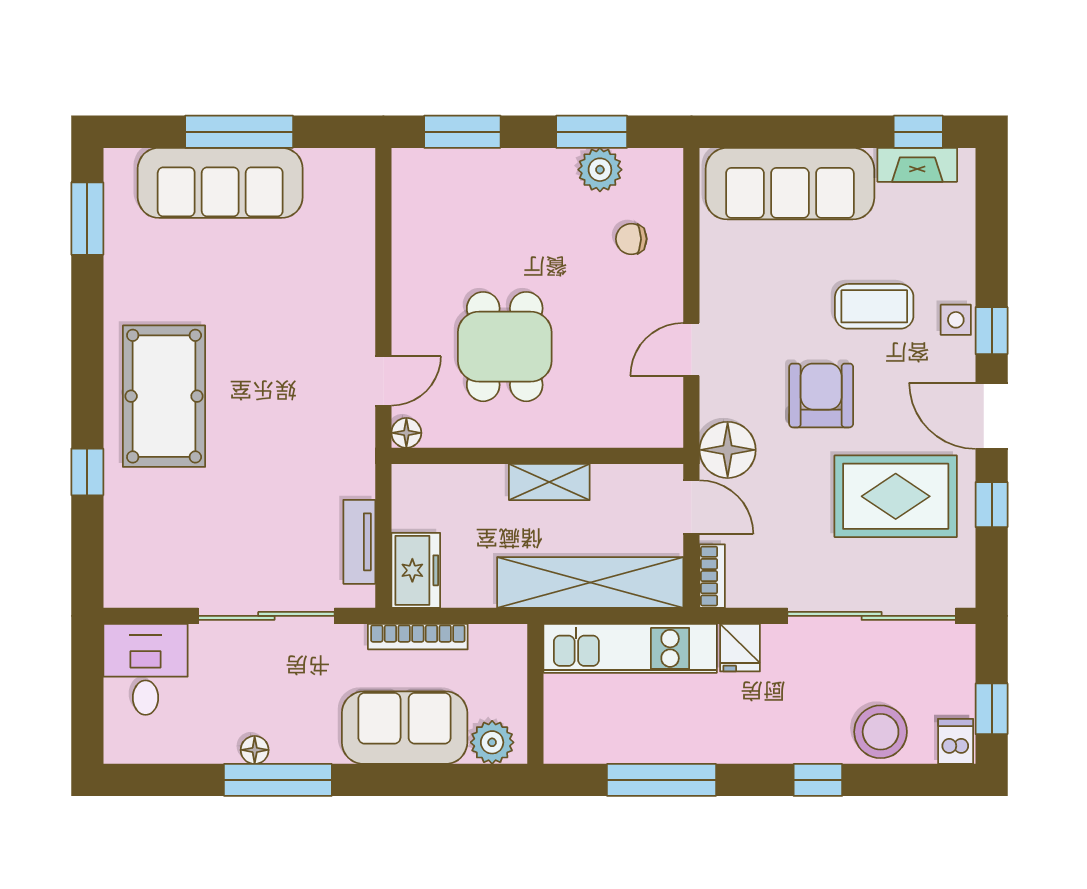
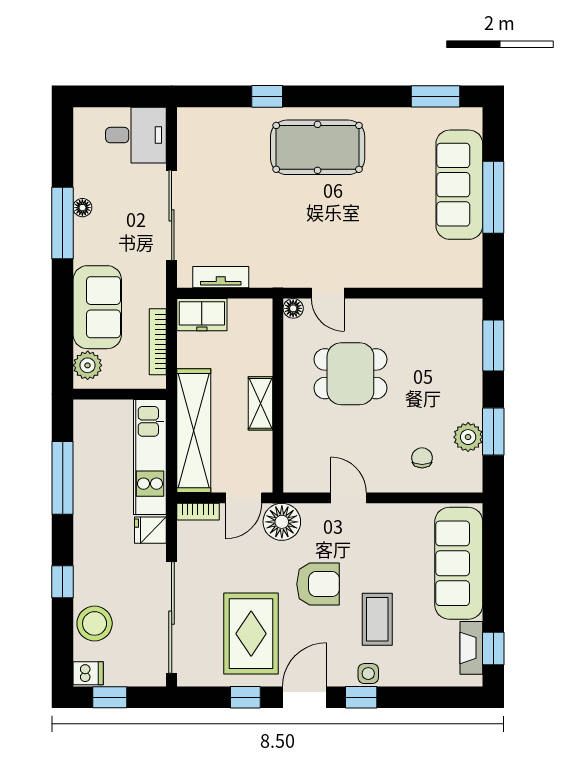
bookcase: (418, 637) -> (158, 342), moved

